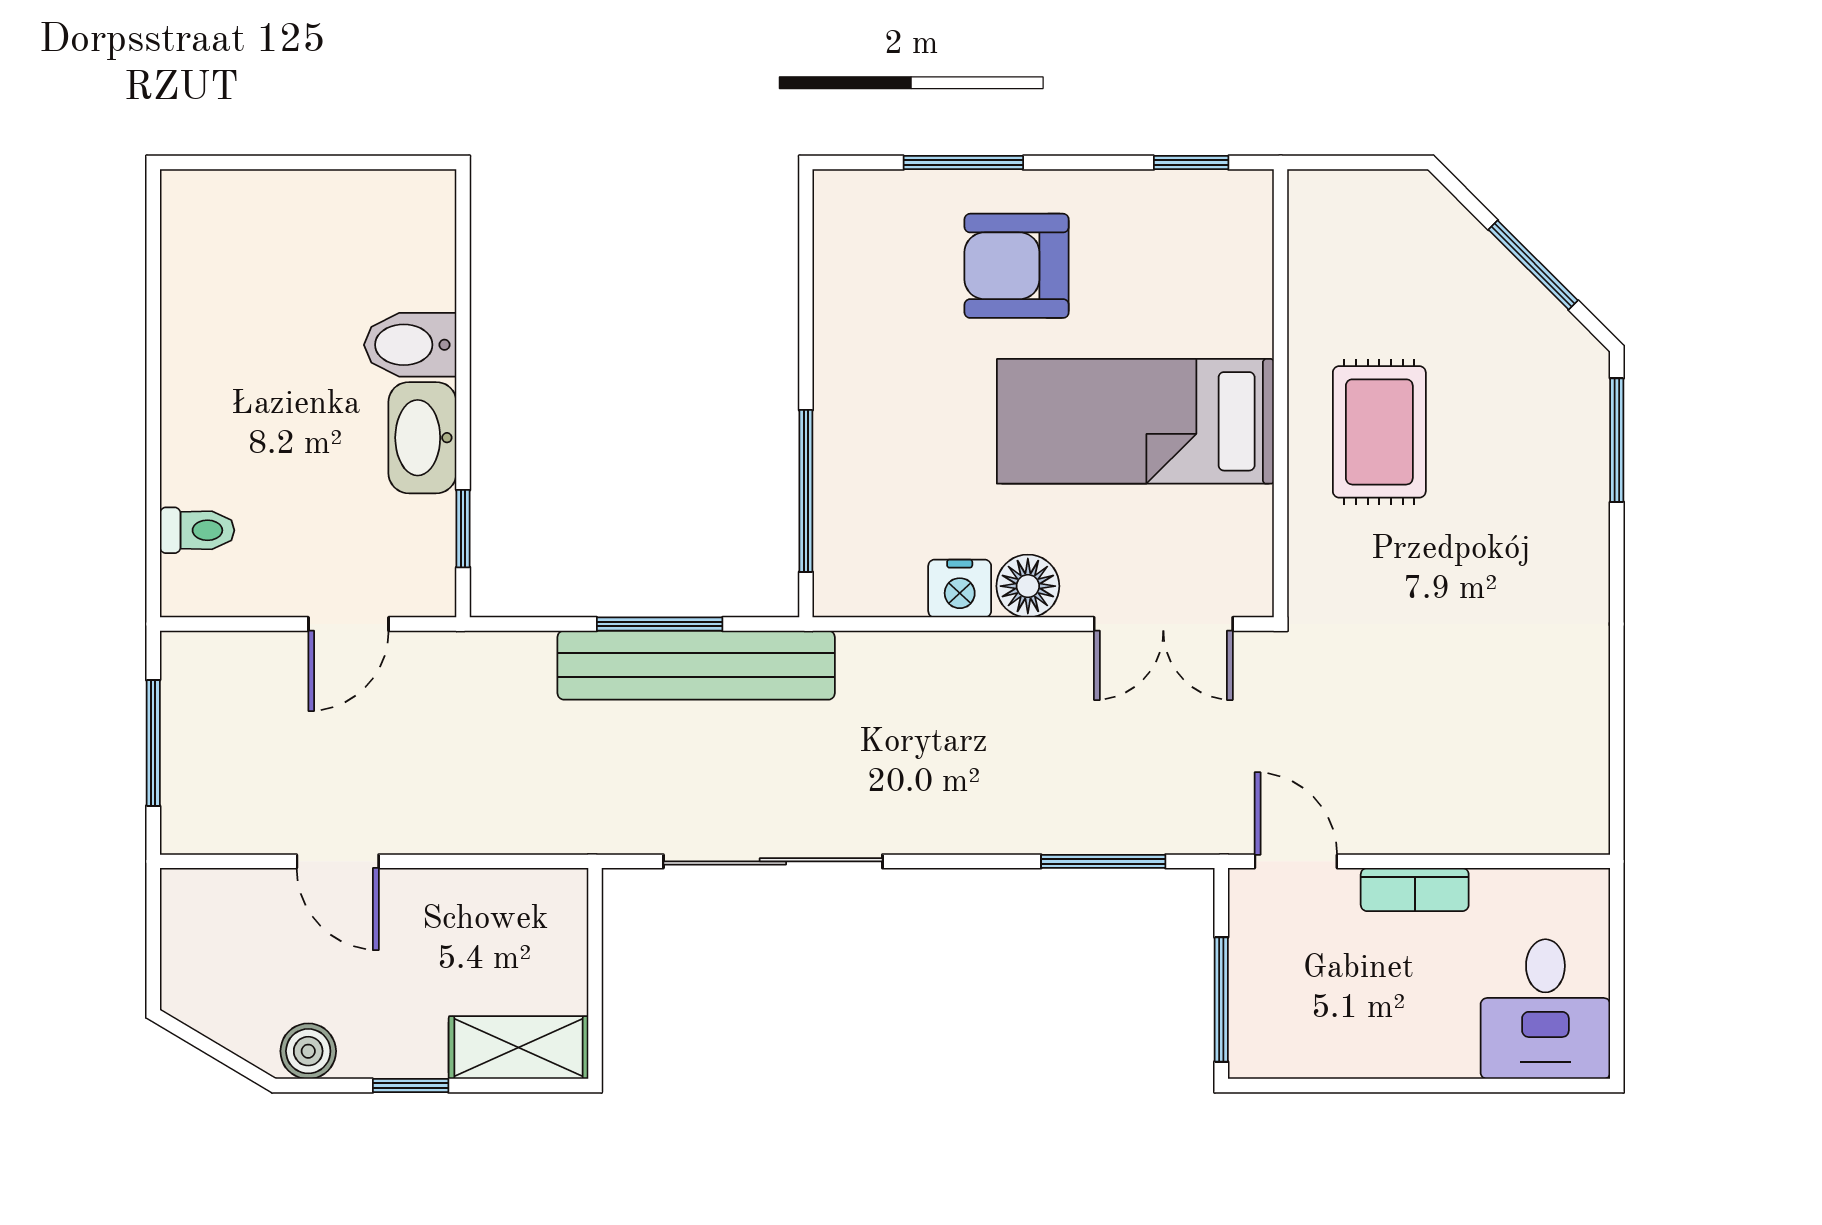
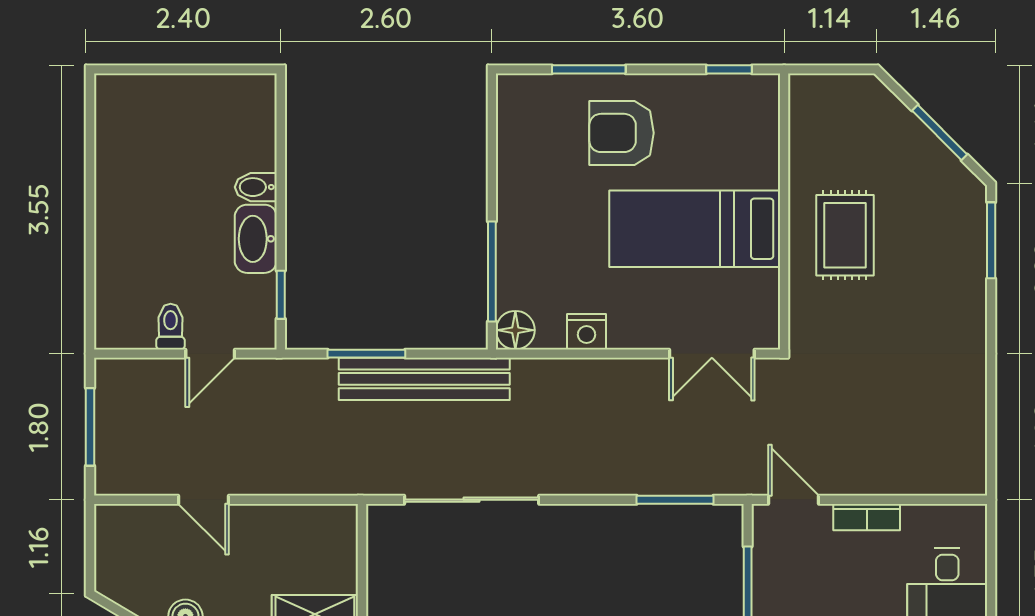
bidet: (410, 345) -> (256, 187), width x0.72, depth x0.74
toilet: (197, 530) -> (171, 327), moved, turned -90
floor lamp: (1028, 586) -> (515, 330), moved
window: (660, 624) -> (366, 354), moved

